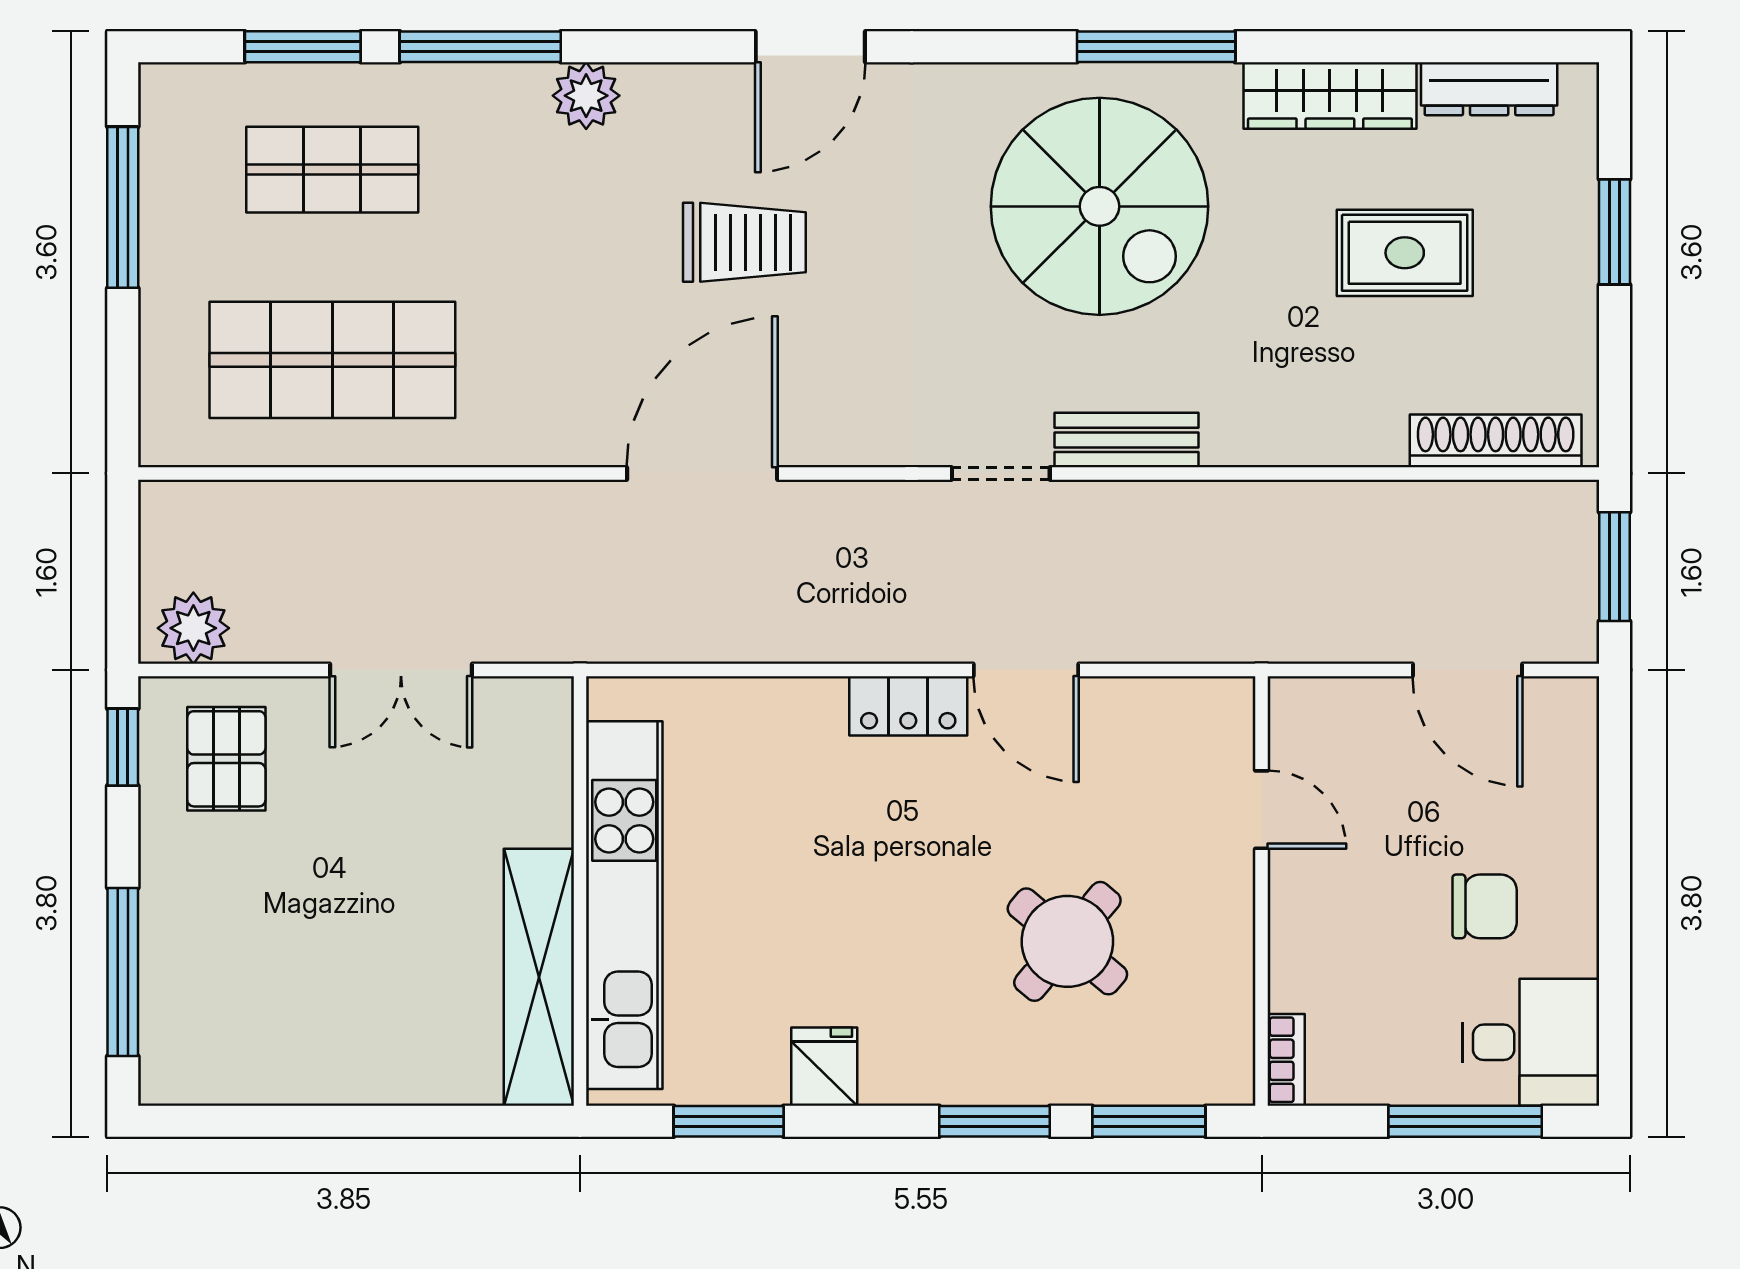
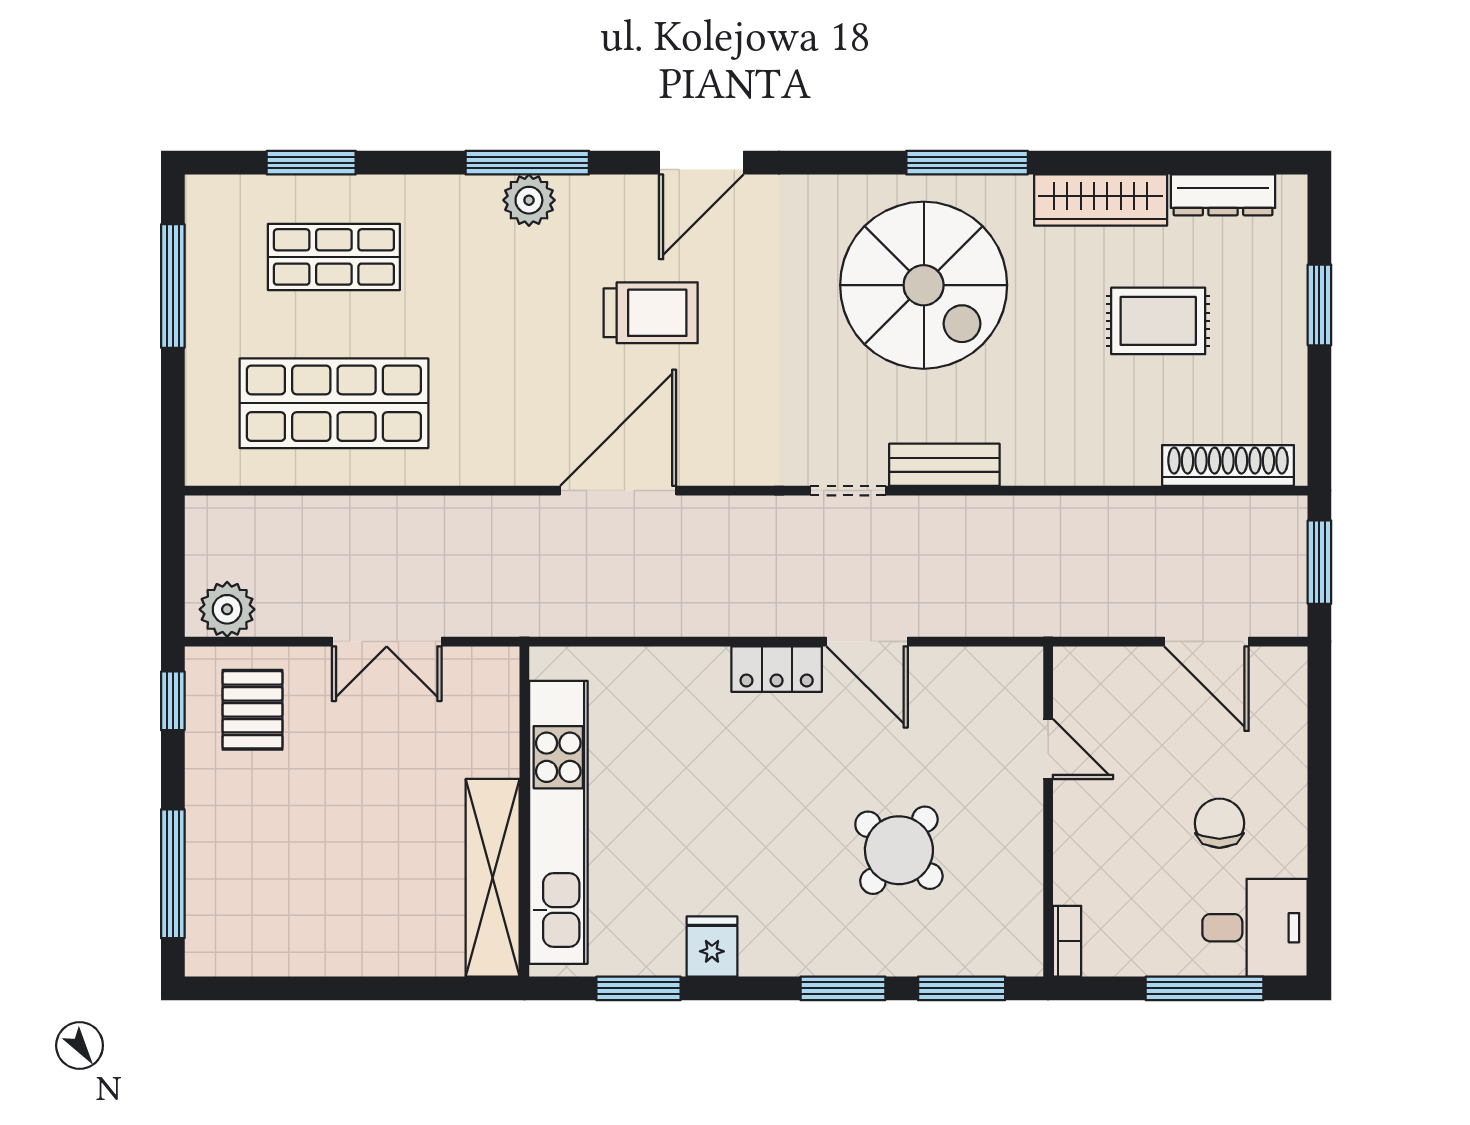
window: (480, 47) -> (527, 163), moved
chair: (1485, 906) -> (1219, 823), turned -90

